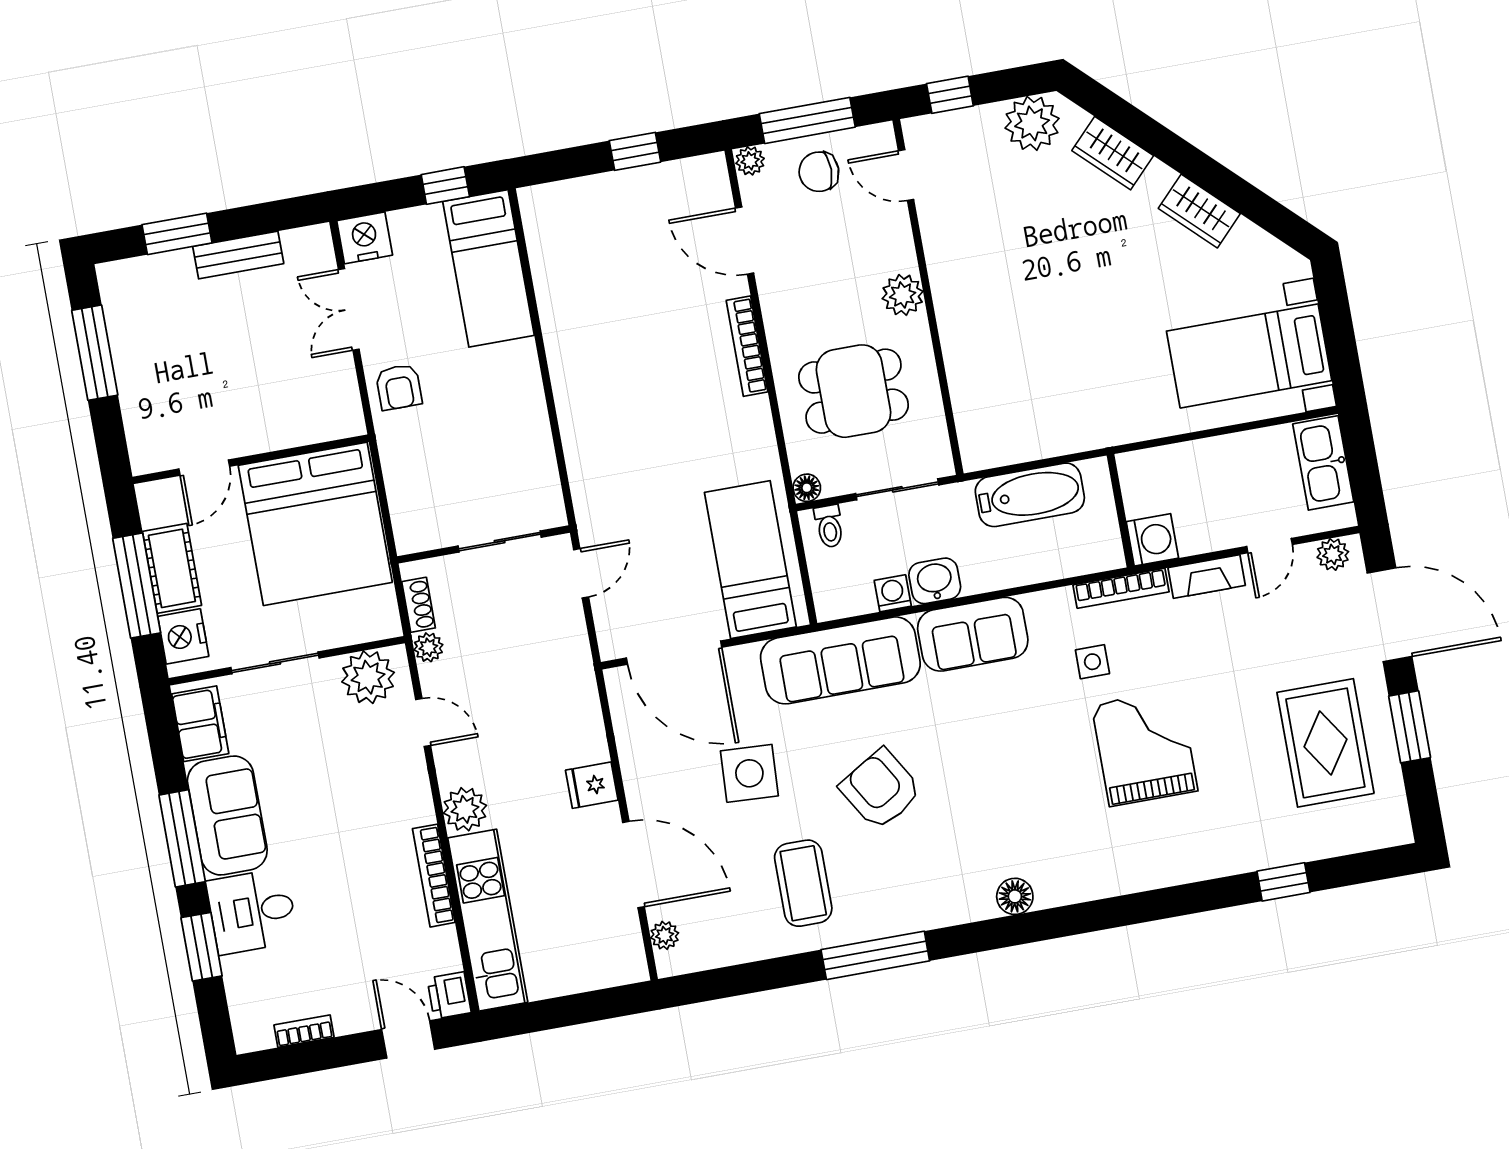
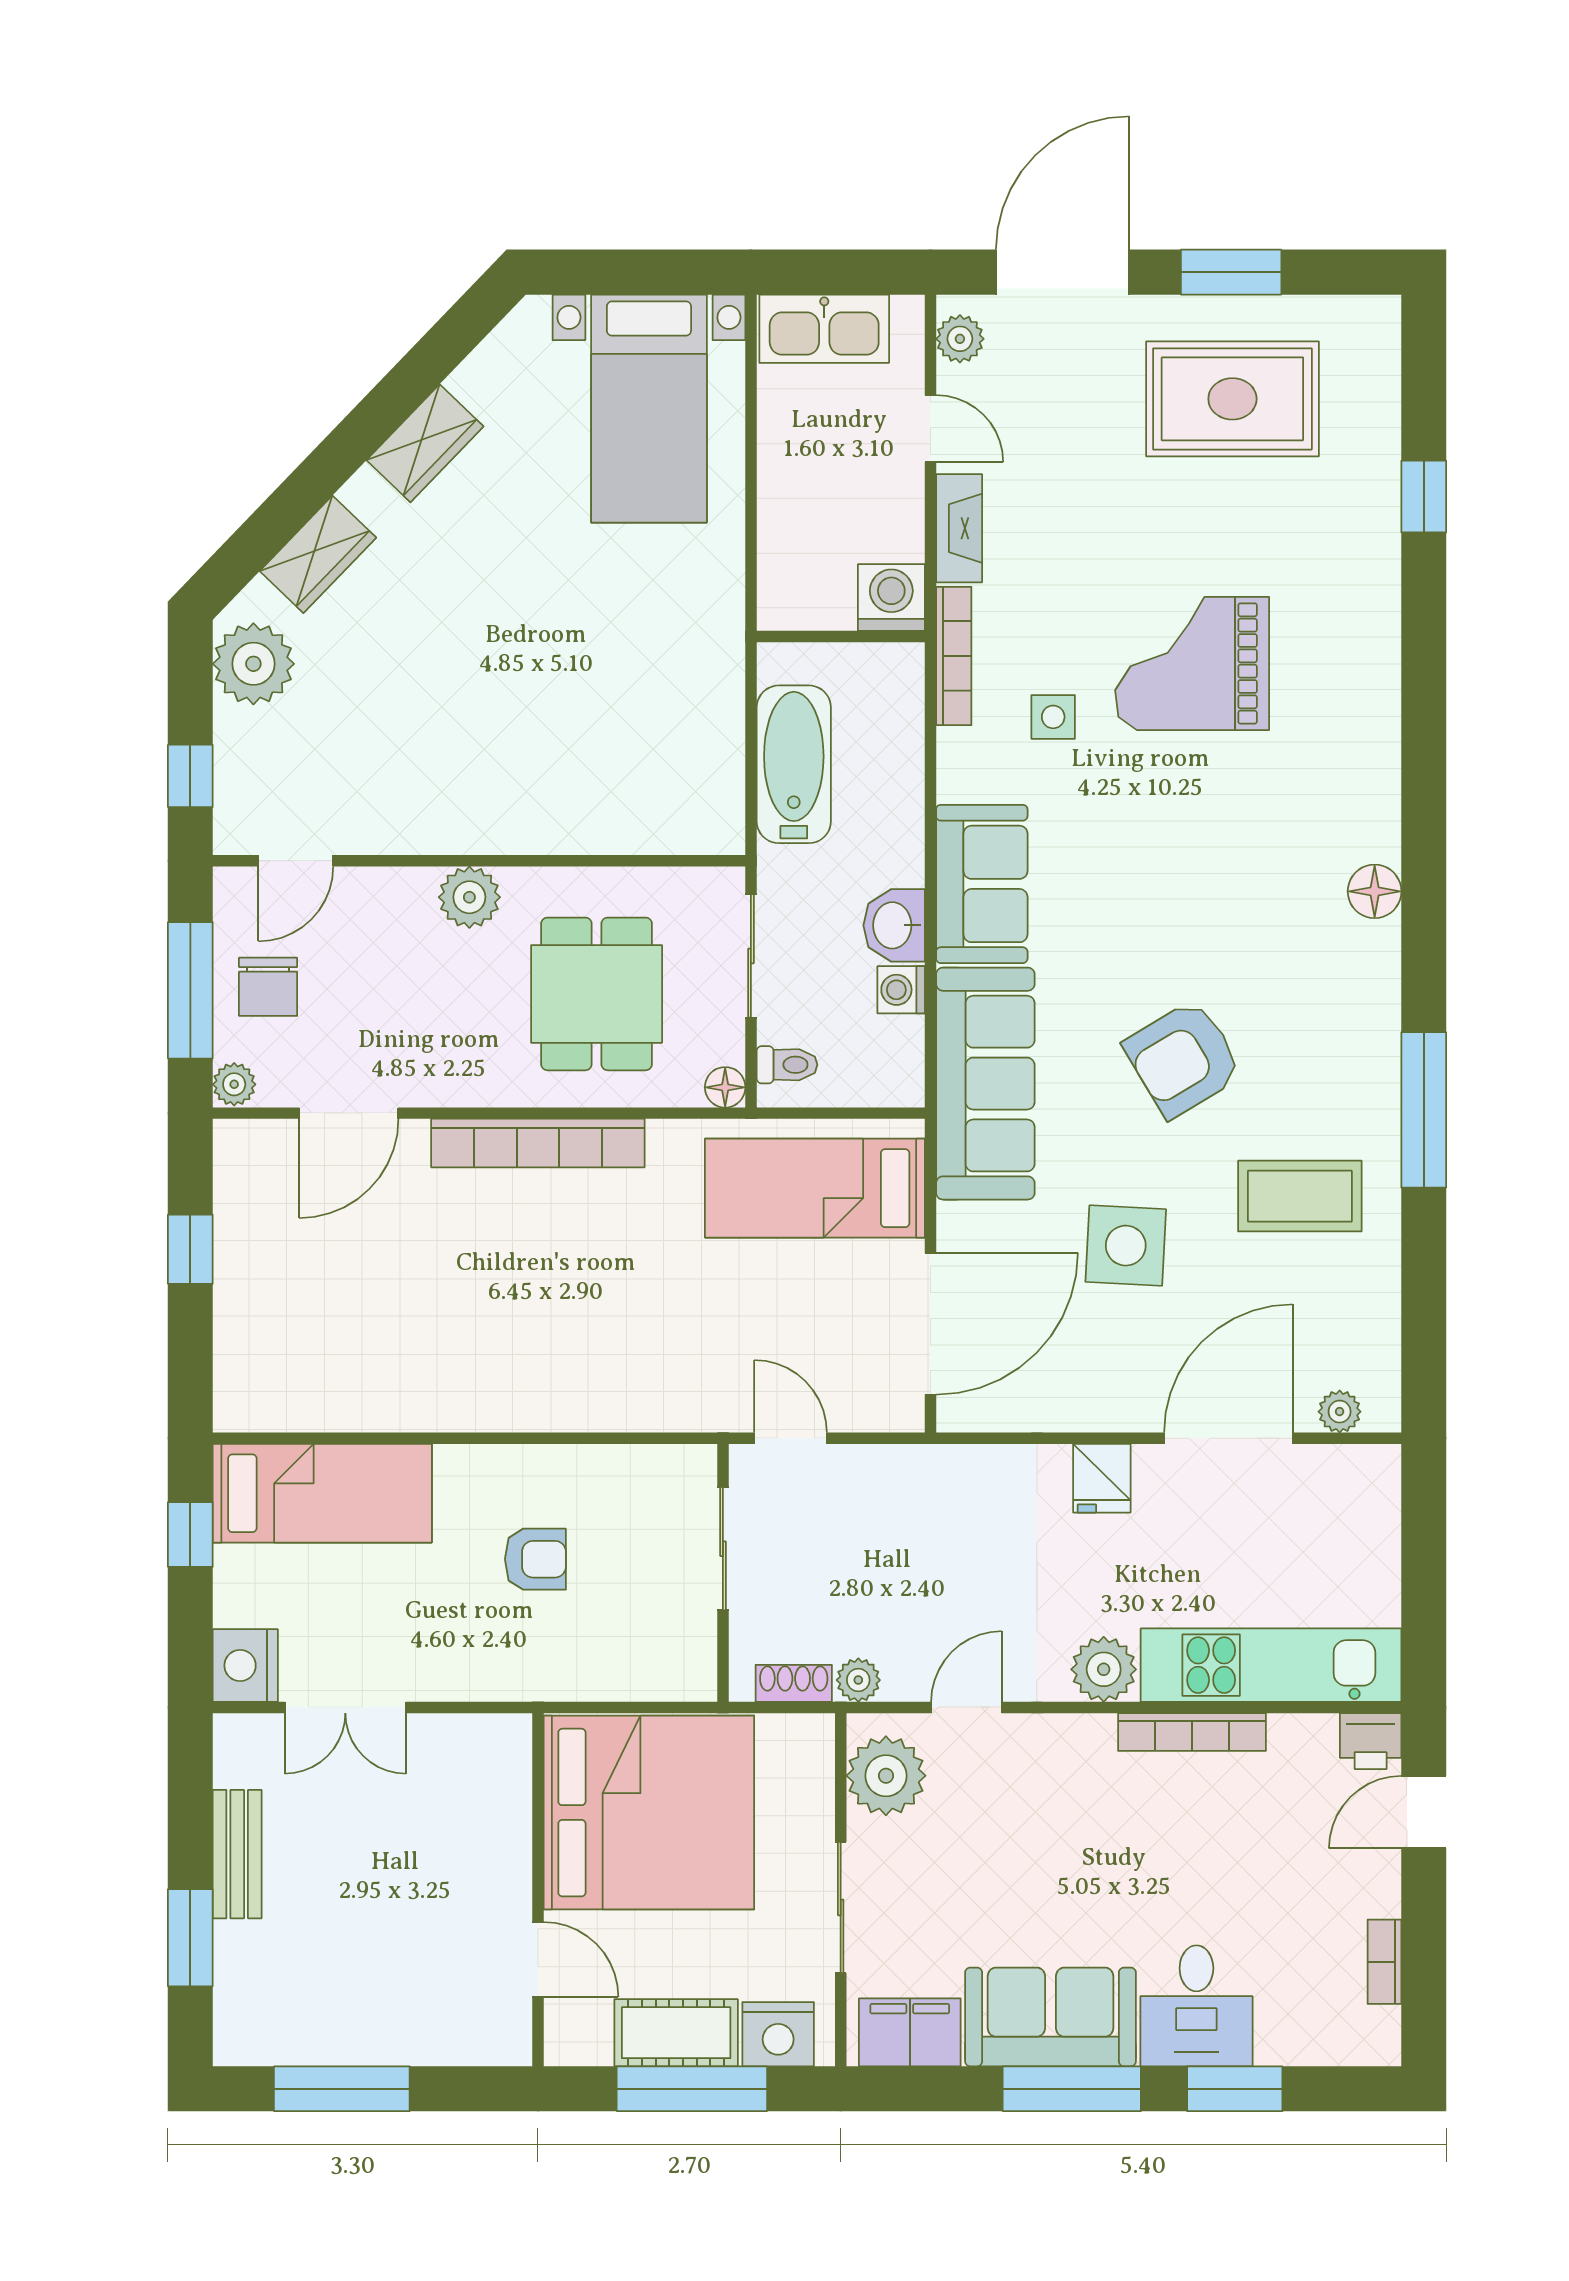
bookcase: (747, 346) -> (538, 1143), width x1.48, depth x1.31
armchair: (399, 387) -> (535, 1559), moved

